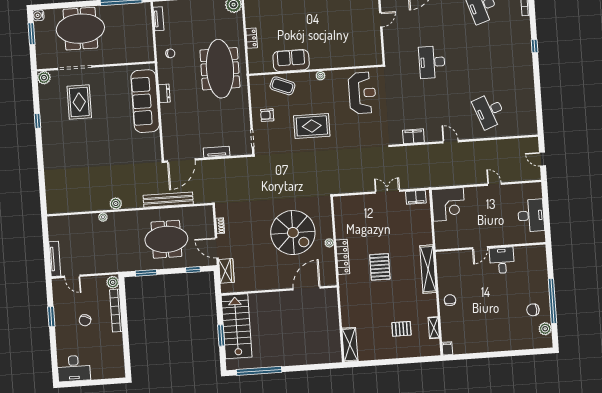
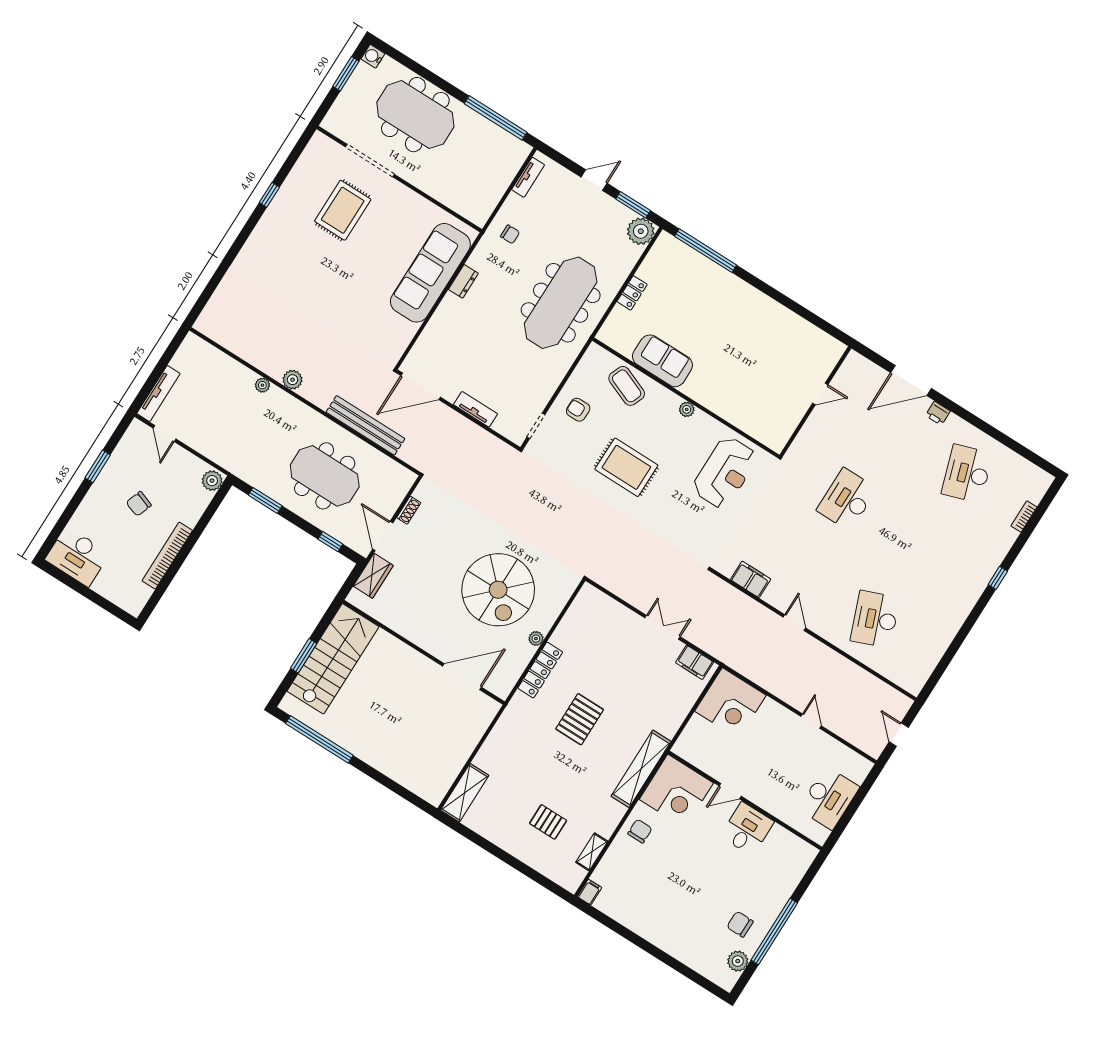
plant: (44, 78) -> (320, 144), removed
corner desk: (453, 267) -> (676, 791), added
bookcase: (116, 311) -> (167, 556), moved

